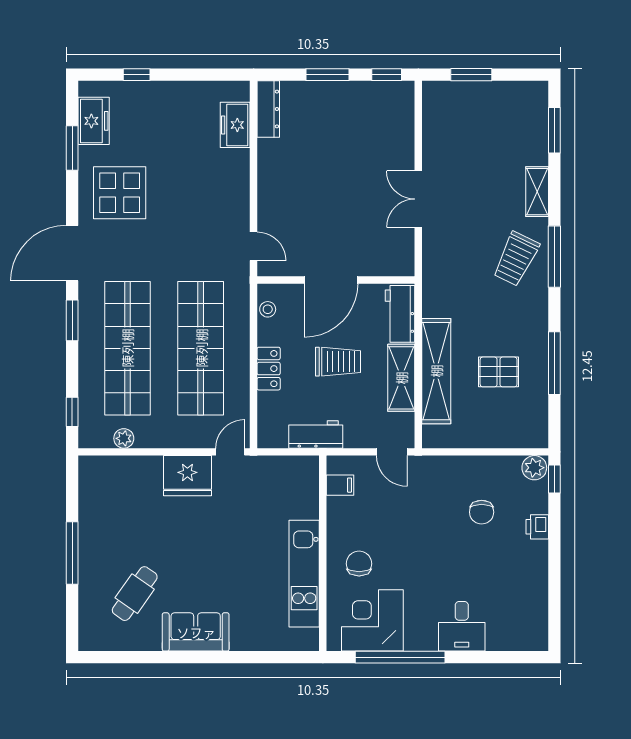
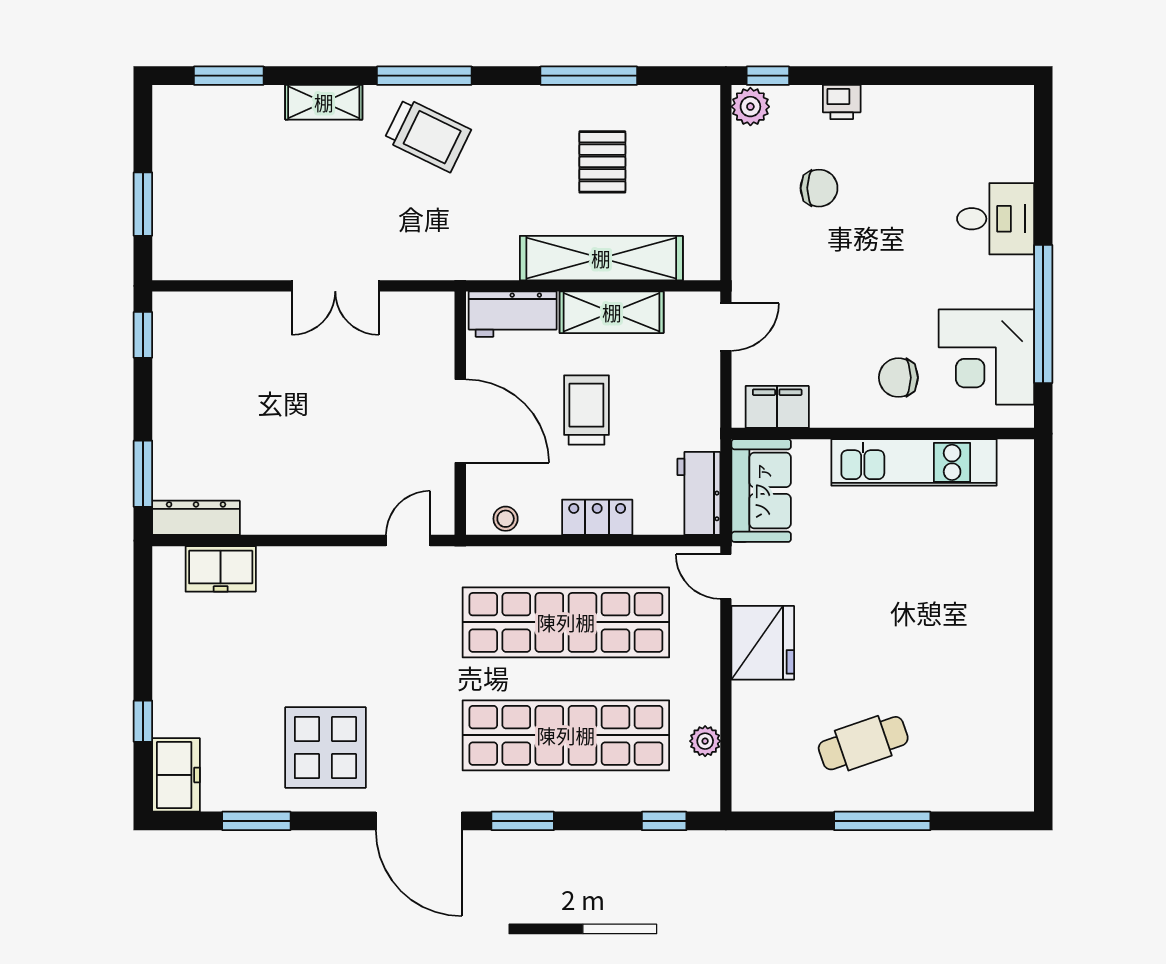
window: (328, 75) -> (143, 474), moved
freezer: (94, 121) -> (176, 775), moved, turned 90
workbench: (316, 434) -> (699, 493), moved
filing cabinet: (340, 485) -> (777, 407), width x2.00
cafe table: (135, 594) -> (863, 743), moved, turned -54
sofa: (196, 632) -> (761, 491), moved, turned 180

